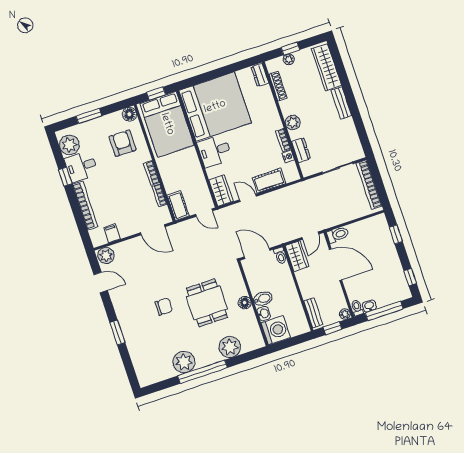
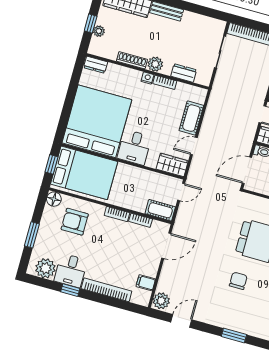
shoe rack: (278, 86) -> (132, 60), moved
nightstand: (288, 157) -> (147, 78), moved

